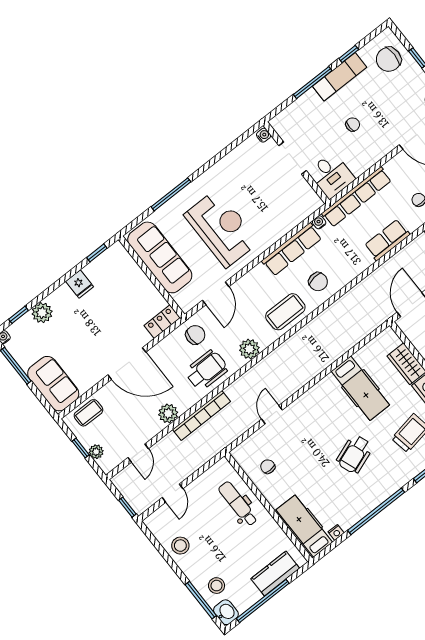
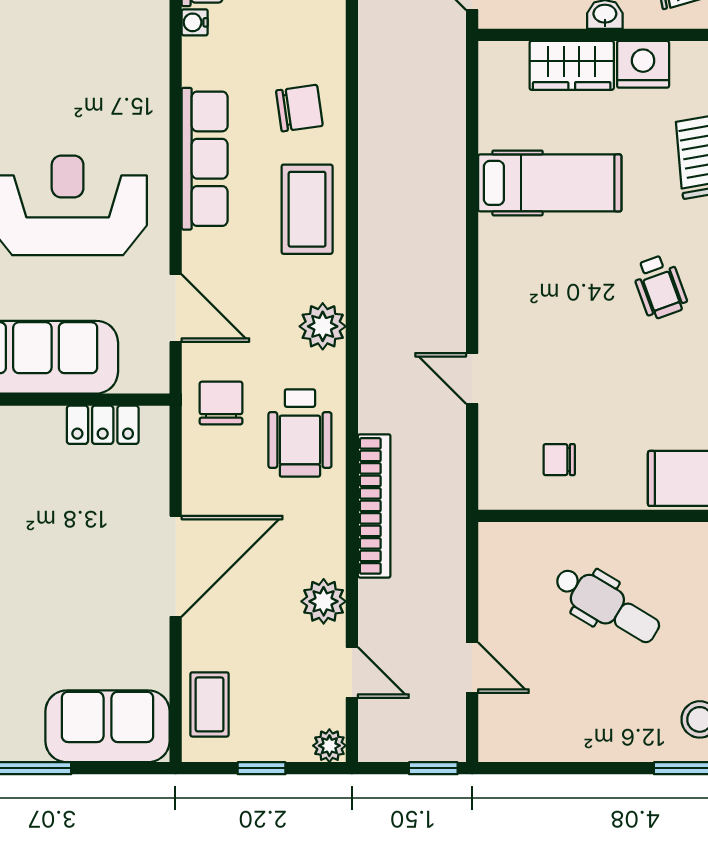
row of seats: (292, 249) -> (205, 159), moved
locker: (162, 322) -> (103, 425), moved, turned -90
wheelchair: (206, 370) -> (300, 433), turned 180
plant: (168, 414) -> (324, 601), moved
plant: (96, 452) -> (329, 746), moved
wheelchair: (355, 454) -> (660, 287), width x0.73, depth x0.73
dental chair: (238, 504) -> (607, 605), moved, turned -149
stool: (180, 546) -> (577, 728), removed

